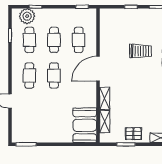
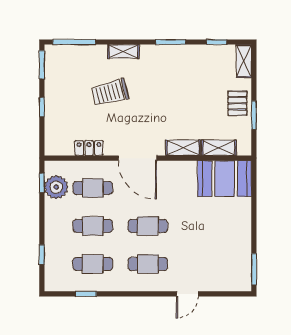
plant: (27, 16) -> (56, 187), moved
locker: (105, 37) -> (89, 148), added
trolley: (140, 51) -> (110, 93), turned -105

